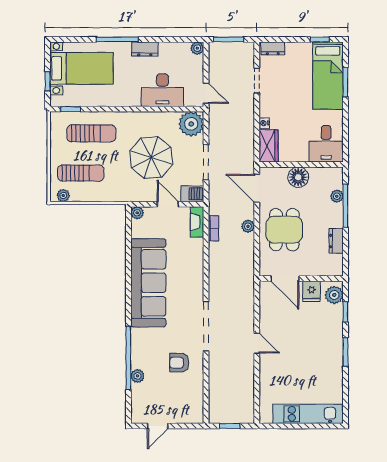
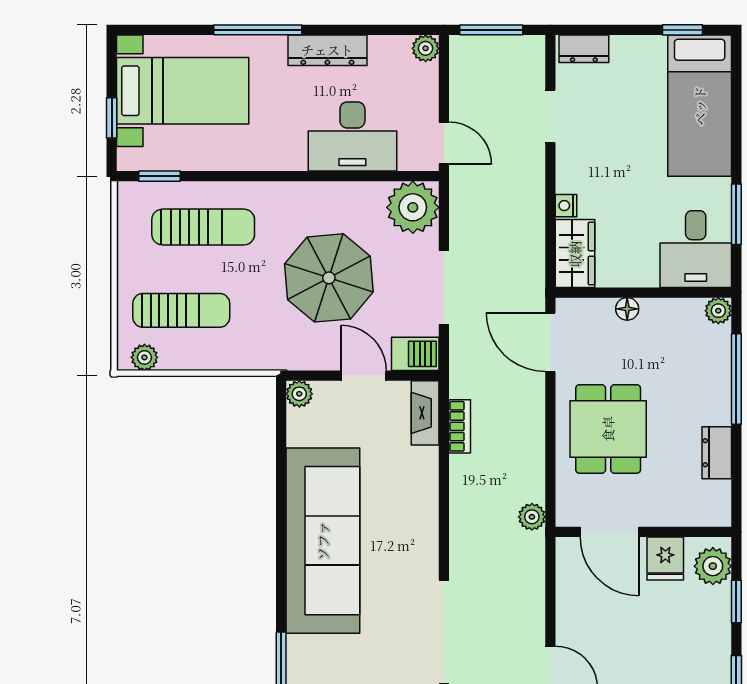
dresser: (145, 49) -> (327, 50), width x1.44
window: (345, 82) -> (736, 214), moved
floor lamp: (298, 177) -> (627, 309), width x0.53, depth x0.53
plant: (337, 196) -> (718, 311), moved
plant: (248, 226) -> (532, 517), moved

